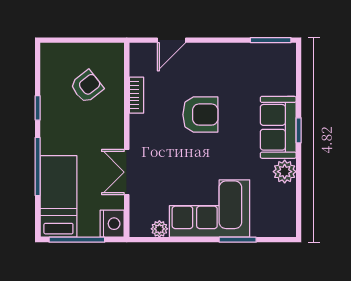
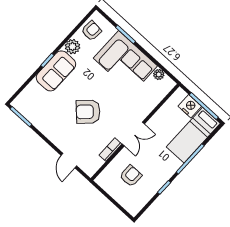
door: (172, 40) -> (69, 161), swing flipped
armchair: (87, 87) -> (131, 176), turned 128
armchair: (200, 115) -> (88, 112), turned -44
double door: (127, 172) -> (133, 134), moved
armchair: (280, 209) -> (91, 31), added
nightstand: (112, 224) -> (190, 106), moved, turned 90

